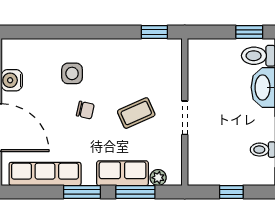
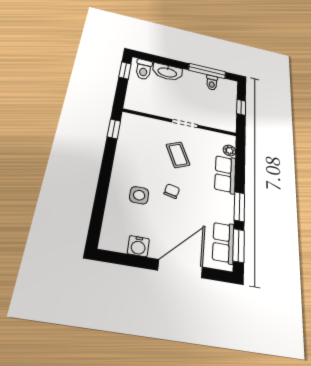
row of seats: (45, 174) -> (223, 242), width x0.68
window: (135, 192) -> (239, 245), moved

